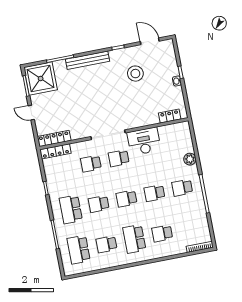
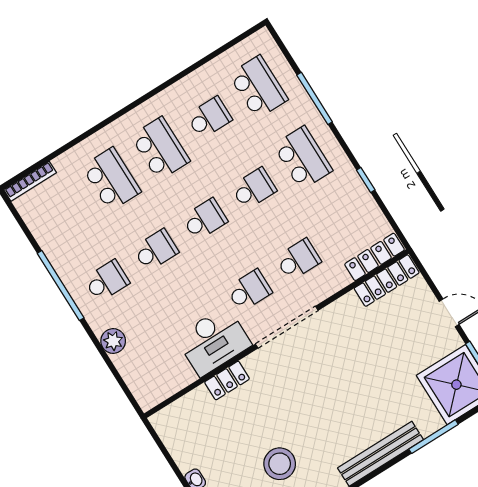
locker: (170, 116) -> (227, 381), moved
school desk: (162, 233) -> (111, 179), width x1.85

